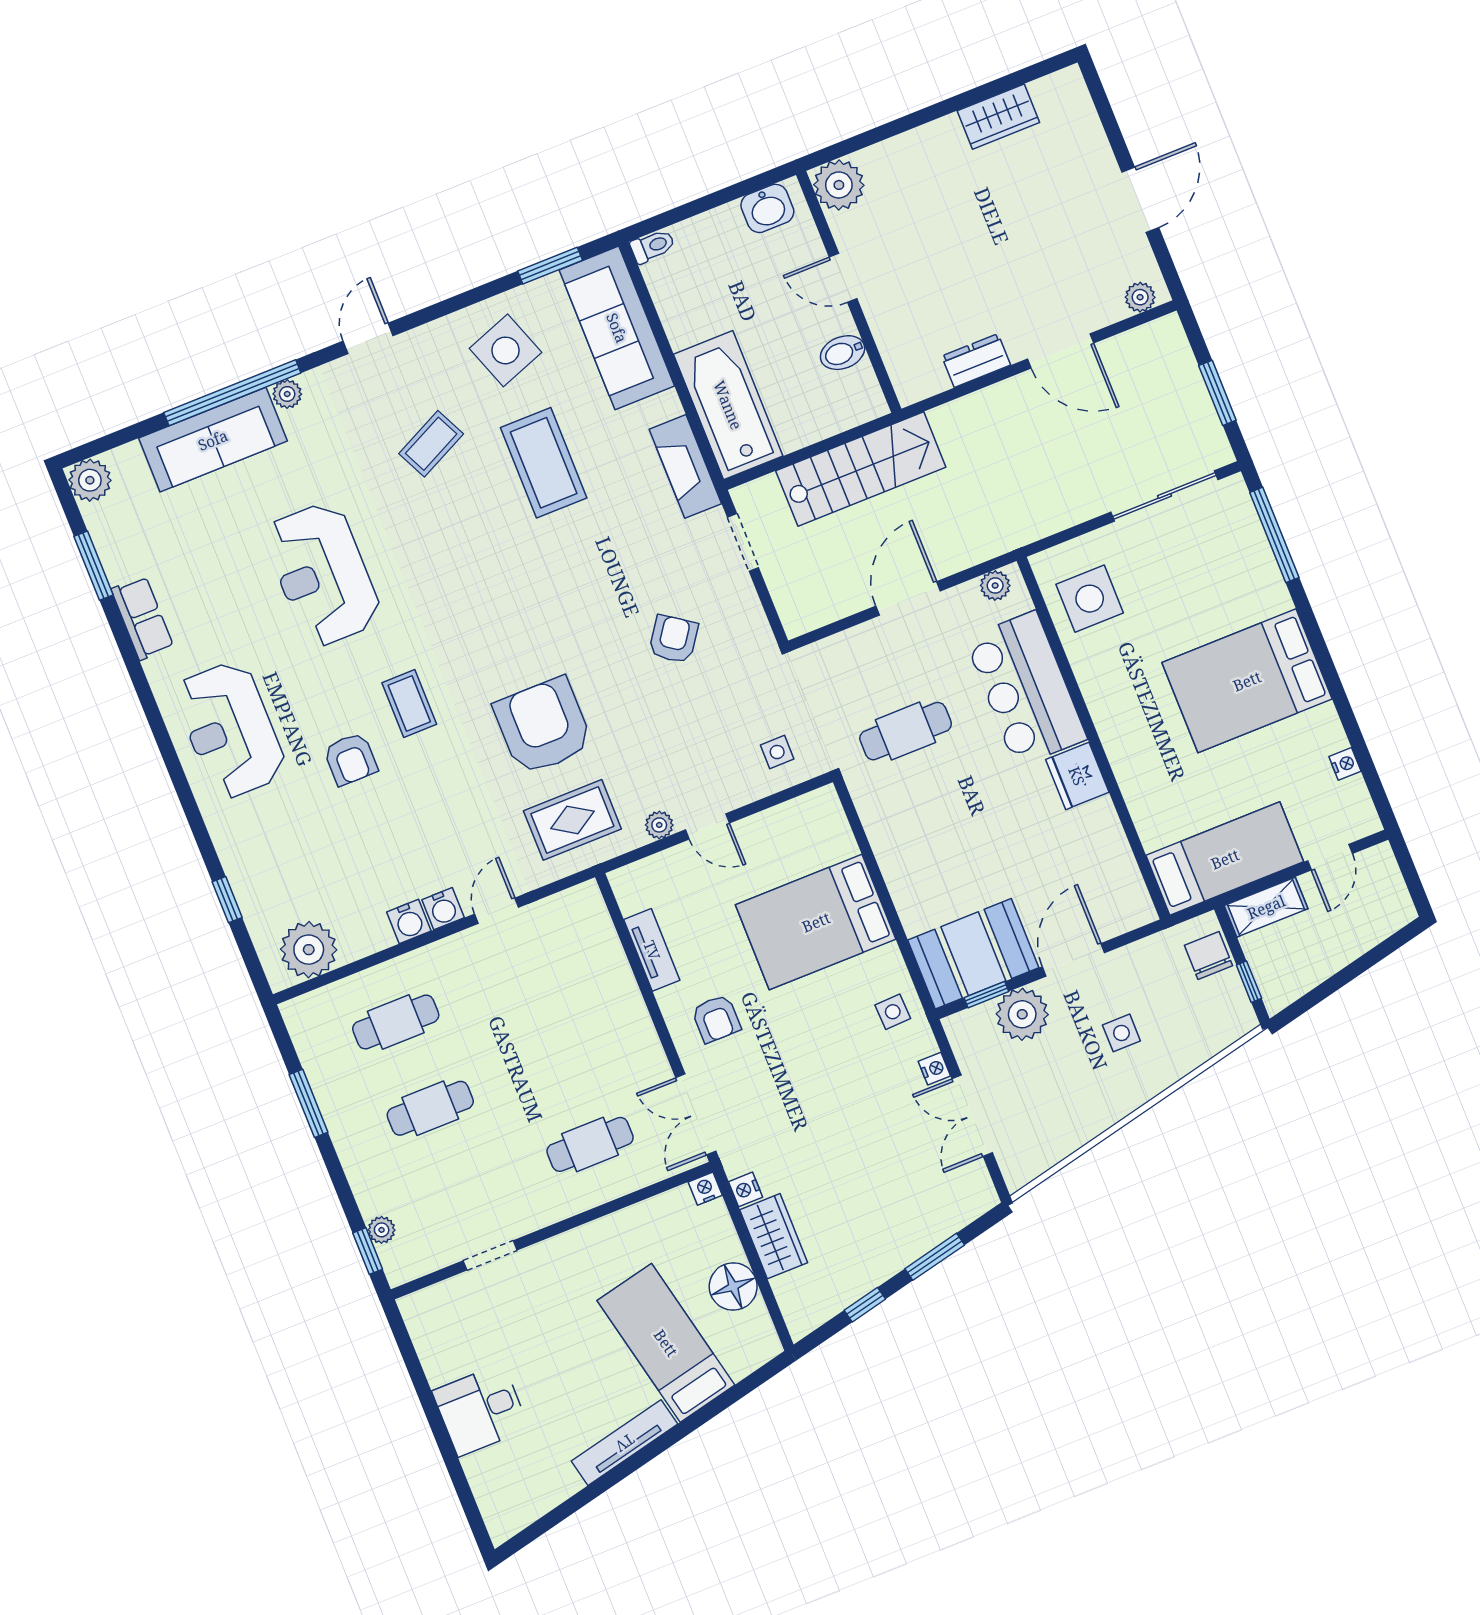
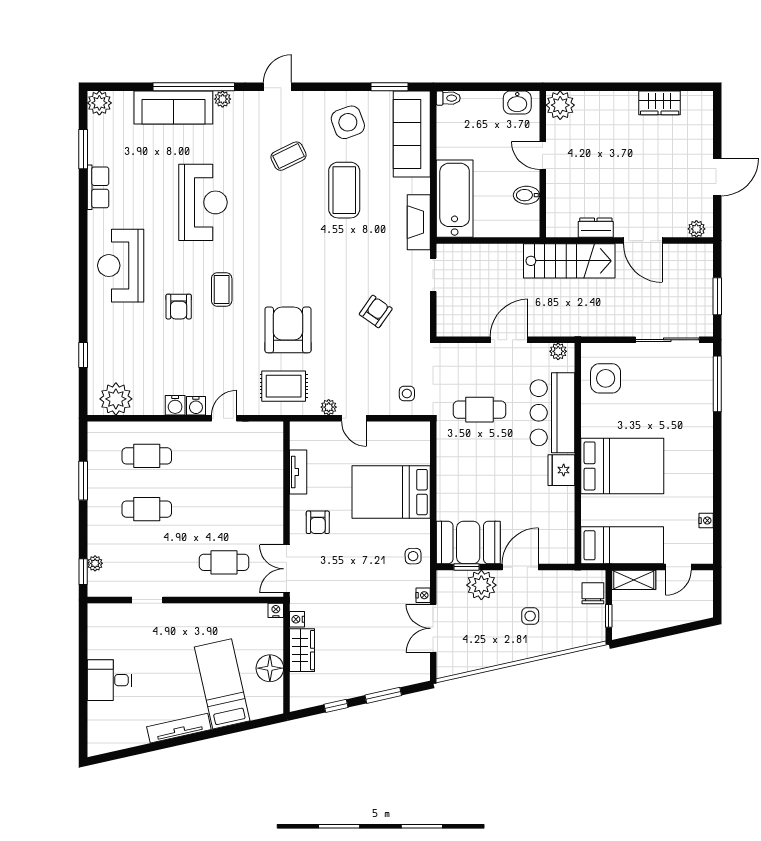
stairs: (861, 469) -> (569, 261), moved
reception desk: (322, 574) -> (203, 202), turned 180
bed: (1247, 681) -> (622, 466), moved, turned 180

